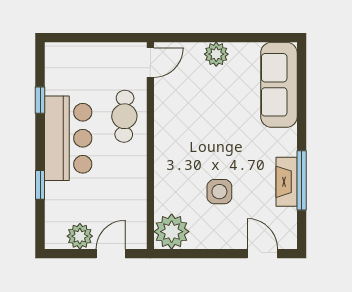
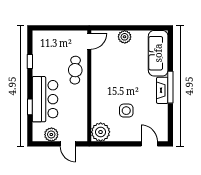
bar counter: (68, 138) -> (45, 99), moved
window: (302, 180) -> (170, 87), moved
fireplace: (287, 182) -> (162, 90), moved
door: (111, 254) -> (68, 144), swing flipped

